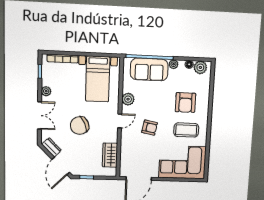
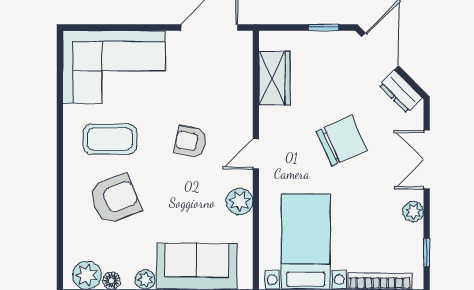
armchair: (185, 102) -> (115, 199), turned 69

